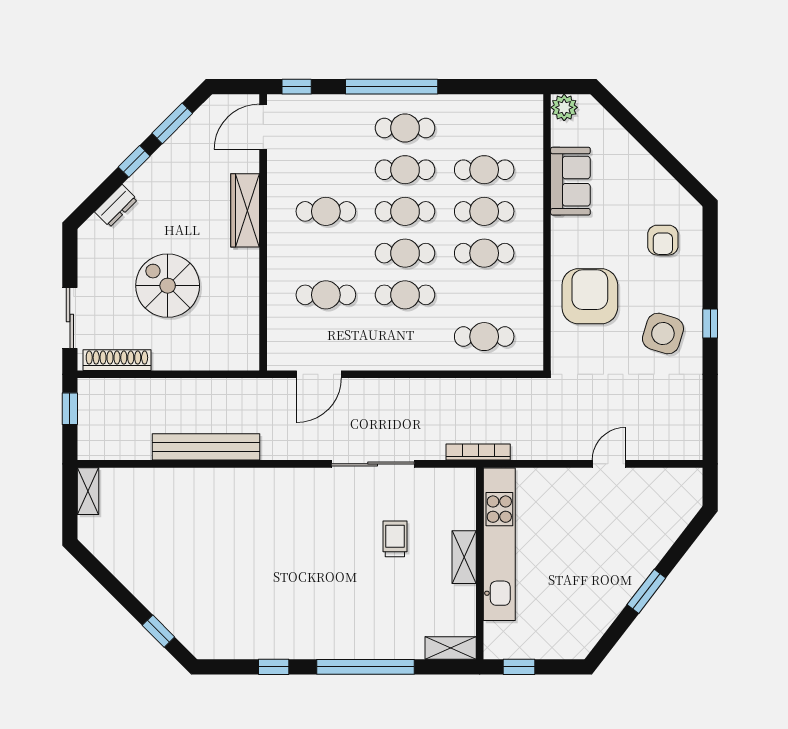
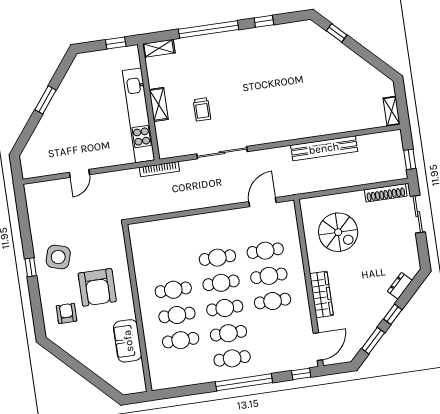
plant: (564, 107) -> (138, 385), removed
spiral stairs: (168, 286) -> (338, 232), moved
armchair: (590, 296) -> (97, 287), moved
cafe table: (484, 337) -> (269, 276), moved

